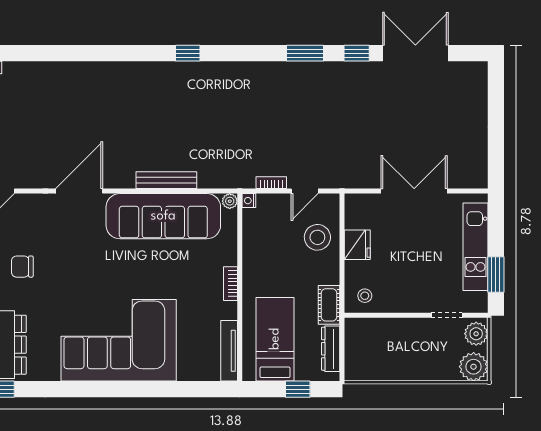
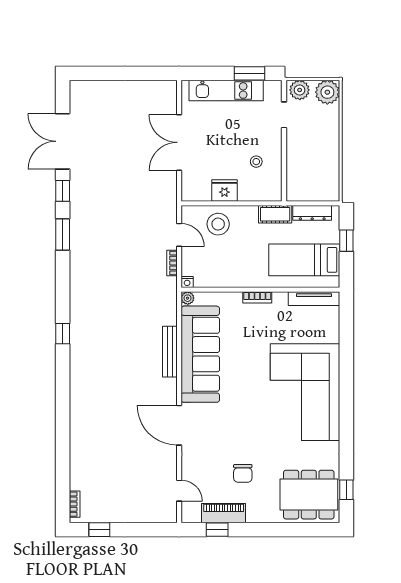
stool: (365, 296) -> (256, 162), moved

